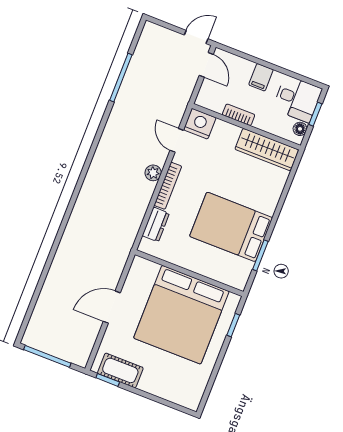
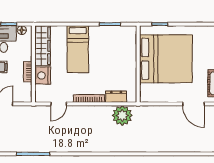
nightstand: (200, 124) -> (43, 75), moved
plant: (153, 173) -> (122, 115), moved, width x1.87, depth x1.87
bed: (231, 227) -> (78, 49), moved, width x0.67
door: (112, 307) -> (193, 104), moved

